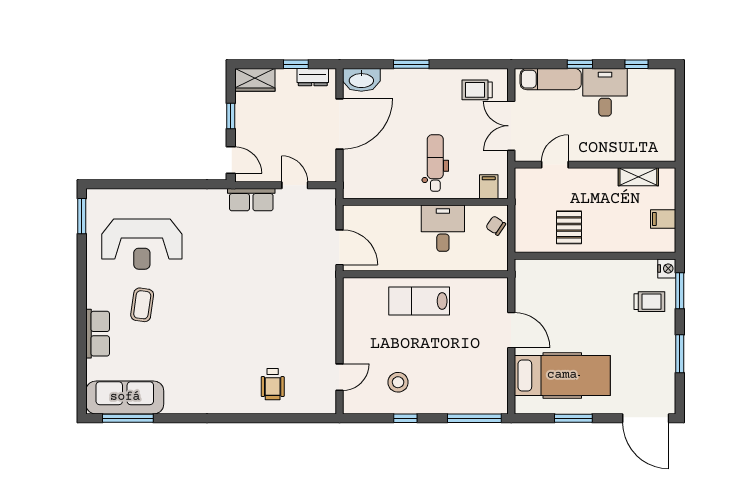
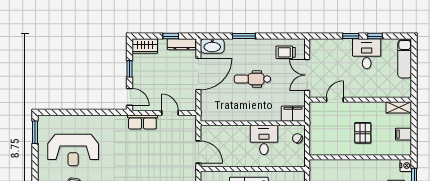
window: (637, 64) -> (375, 36), moved
dresser: (313, 77) -> (181, 44), width x1.44
exam couch: (551, 79) -> (405, 59), moved, turned 90
dental chair: (435, 163) -> (252, 79), moved, turned -90
shelving: (638, 177) -> (399, 107), moved
filing cabinet: (489, 187) -> (293, 114), width x2.00
pallet: (569, 227) -> (363, 133), moved

